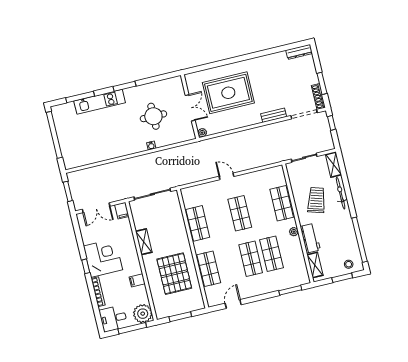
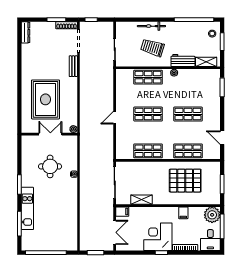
shelving: (333, 165) -> (126, 26), removed
shelving: (144, 242) -> (142, 200), moved
shop shelf: (272, 254) -> (188, 96), removed

